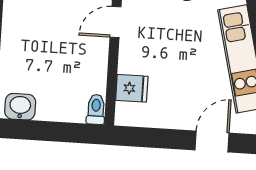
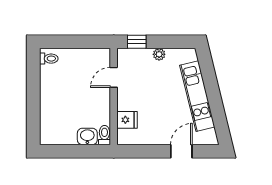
washbasin: (20, 107) -> (87, 136), moved

